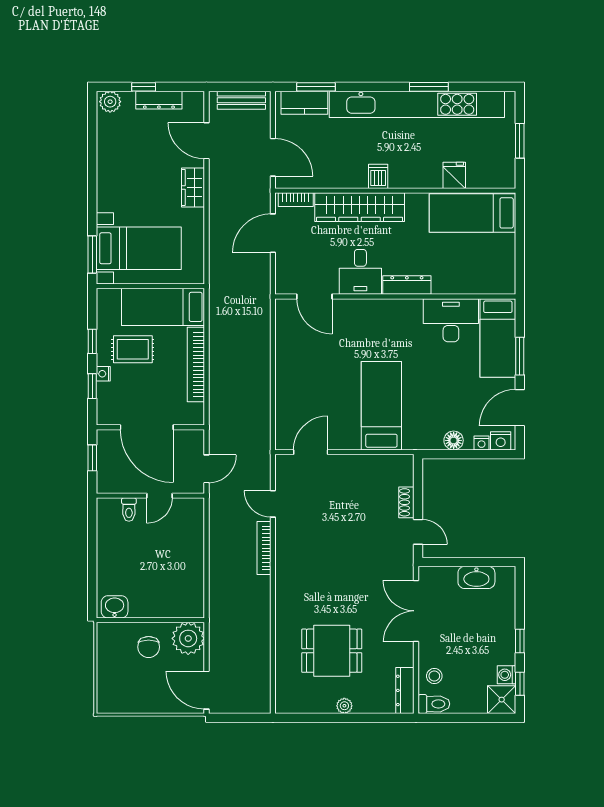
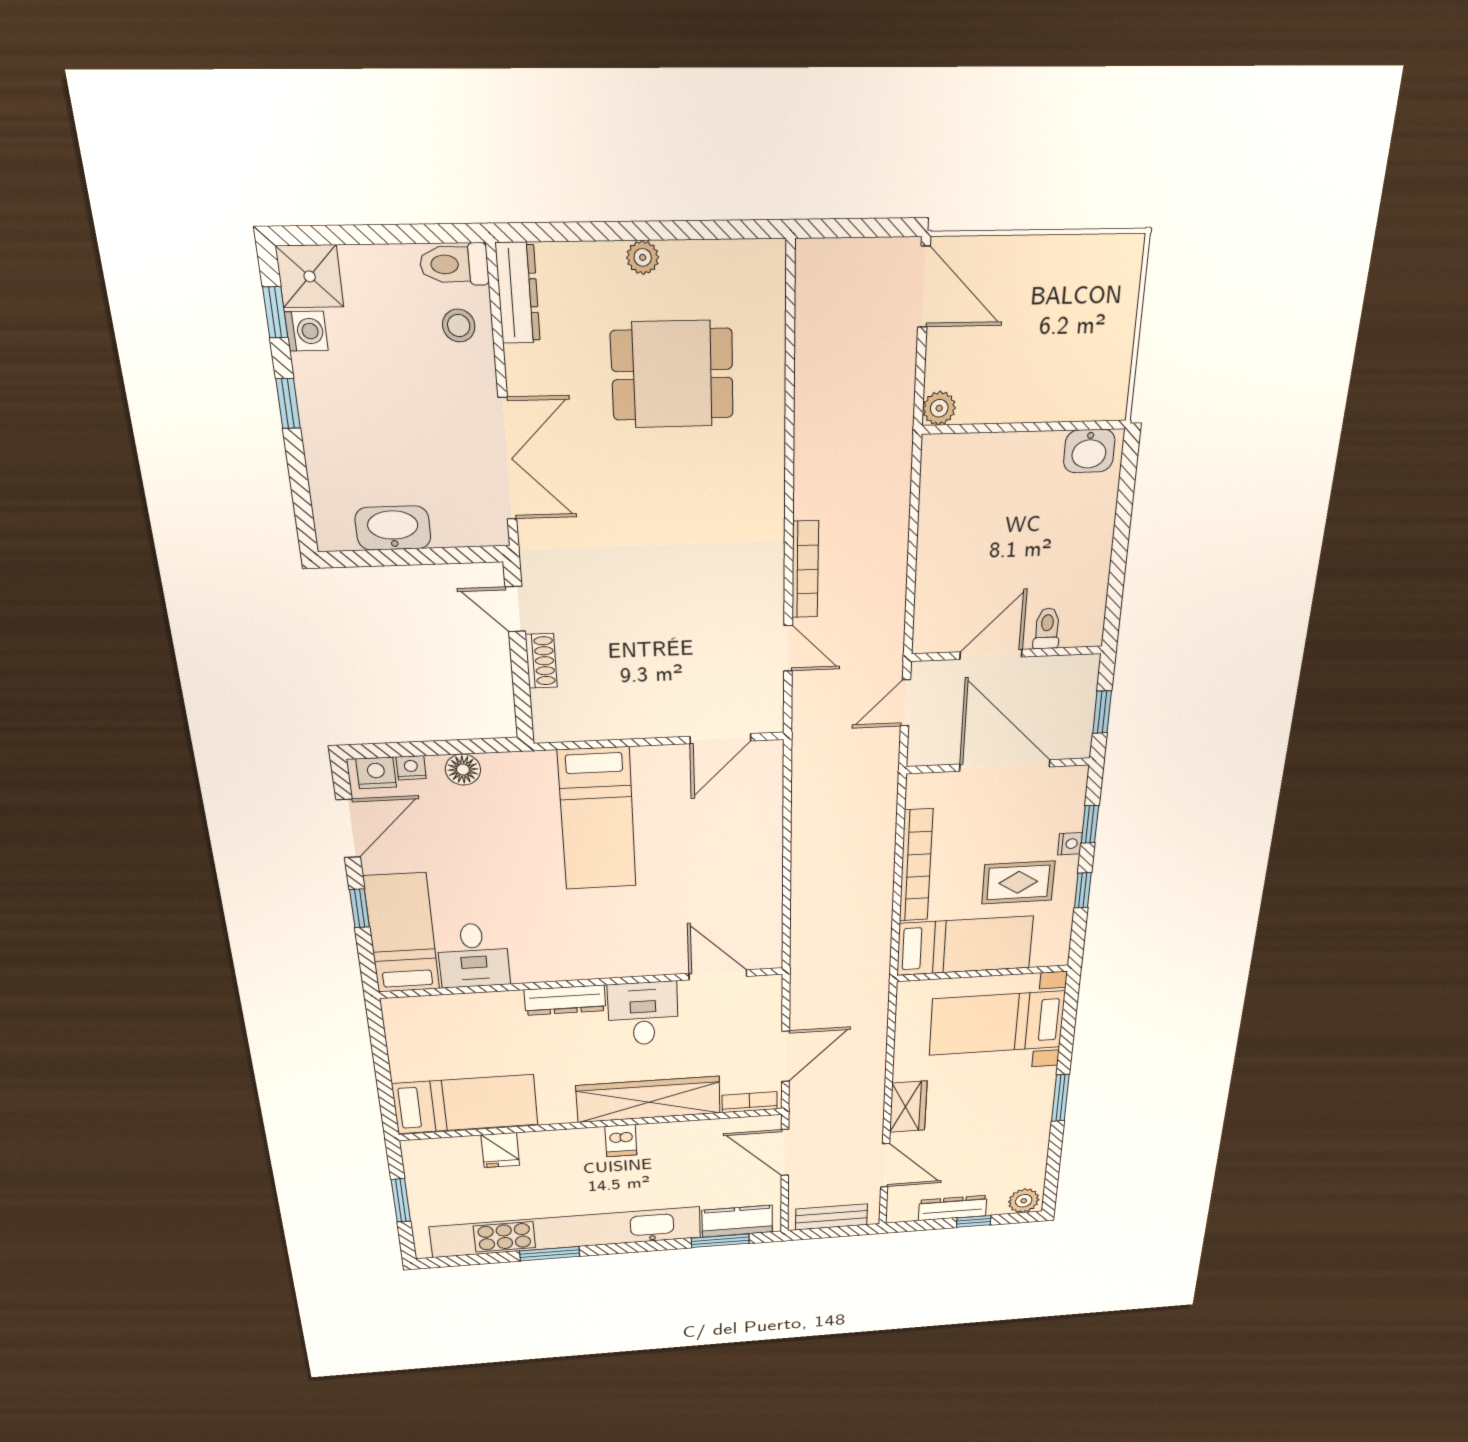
window: (92, 254) -> (1060, 1098), moved
desk: (451, 320) -> (473, 955), width x0.73
window: (520, 356) -> (360, 908), width x0.67
door: (159, 496) -> (991, 654), width x1.38
plant: (188, 638) -> (939, 408), width x0.53, depth x0.53
chair: (149, 647) -> (1032, 374), removed

